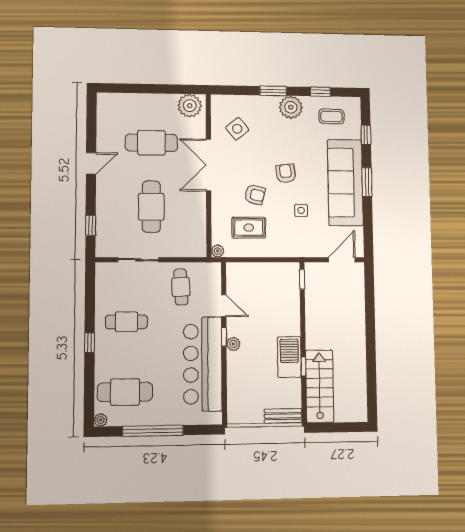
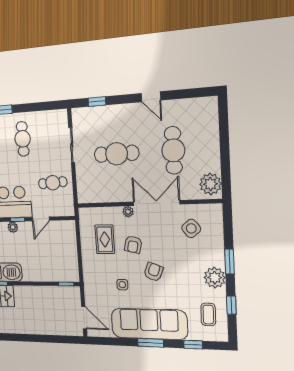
armchair: (286, 173) -> (153, 272), turned -62
plant: (218, 251) -> (128, 212), moved

